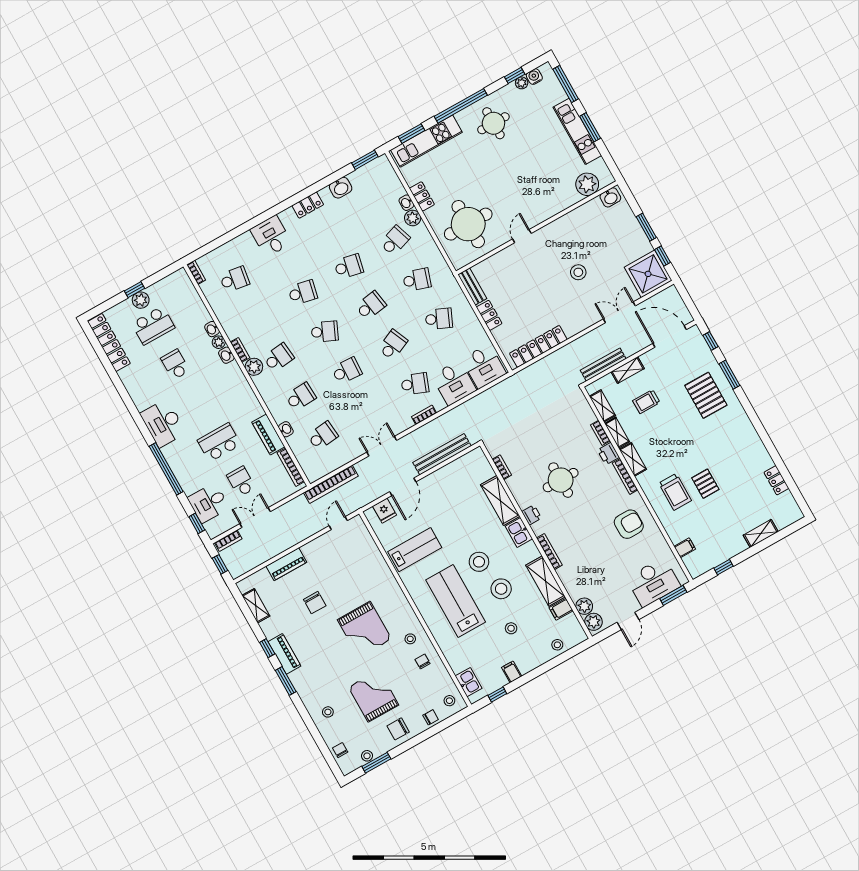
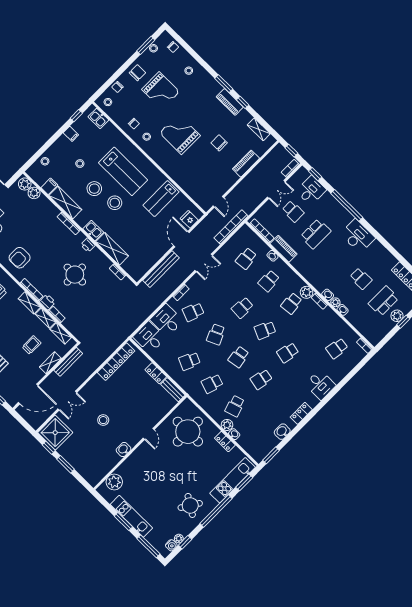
round table: (493, 123) -> (190, 505), turned 32
washbasin: (610, 197) -> (124, 450), moved

